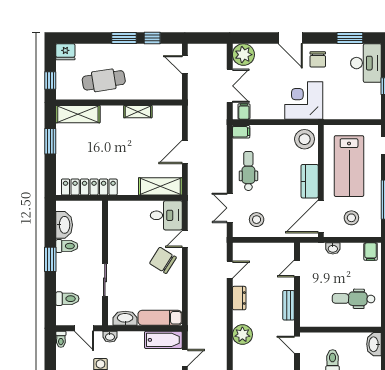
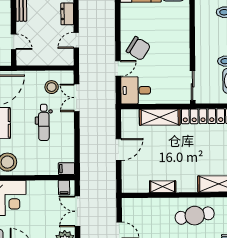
dental chair: (248, 171) -> (44, 122), moved
shelving: (160, 186) -> (160, 117), moved
double door: (230, 208) -> (77, 98), swing flipped
door: (297, 269) -> (14, 42), hinge flipped
sliding door: (105, 280) -> (193, 85), moved

